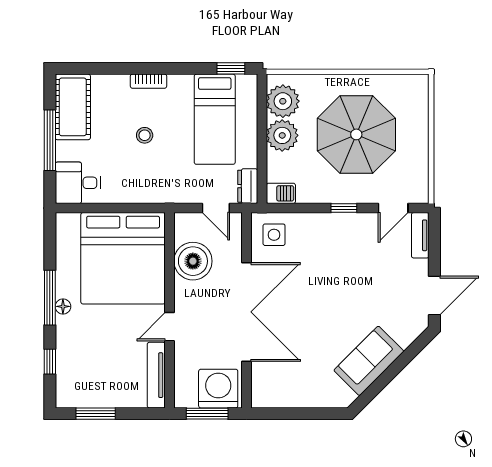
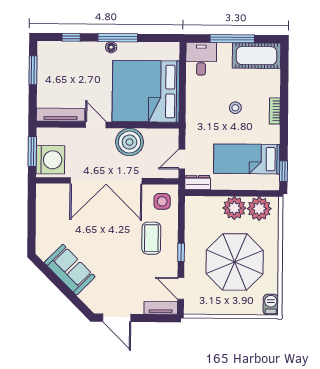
barbecue: (281, 193) -> (271, 305), moved, turned 180
coffee table: (325, 249) -> (151, 238), added
boiler: (193, 261) -> (130, 142), moved

